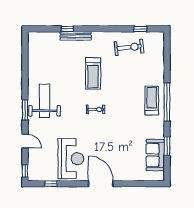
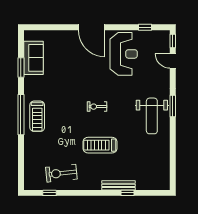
treadmill: (93, 73) -> (100, 145), turned -90
door: (25, 141) -> (173, 61), moved
reception desk: (71, 159) -> (124, 54), turned 180

